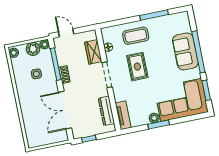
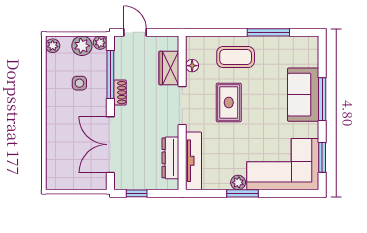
window: (198, 52) -> (322, 99), width x0.68
tv unit: (123, 115) -> (194, 161), width x1.41

